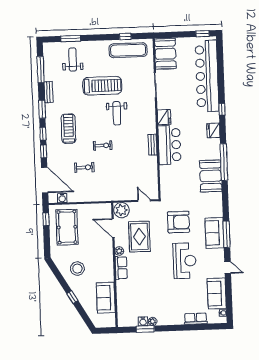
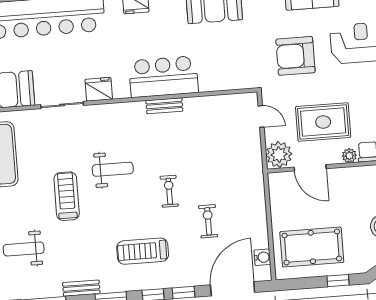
treadmill: (102, 86) -> (67, 196), width x0.73, depth x0.73
fridge: (164, 117) -> (99, 89), moved
door: (144, 201) -> (261, 116), swing flipped
window: (46, 219) -> (338, 281), moved
armchair: (178, 222) -> (295, 56), turned -90
door: (113, 228) -> (310, 168), hinge flipped

